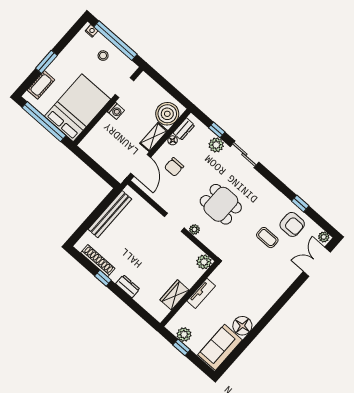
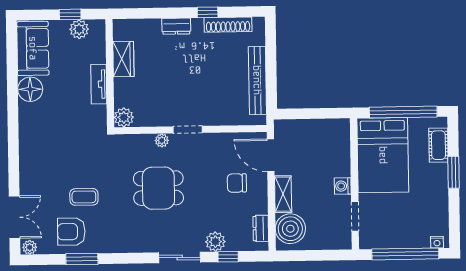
stool: (103, 56) -> (404, 228), removed
floor lamp: (173, 140) -> (262, 208), removed
chair: (174, 167) -> (237, 183), turned -90
window: (300, 204) -> (82, 259), width x1.50

